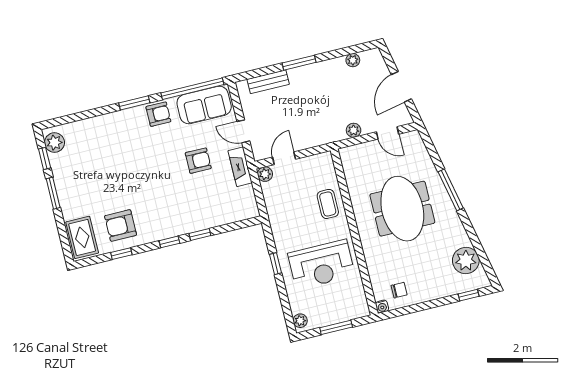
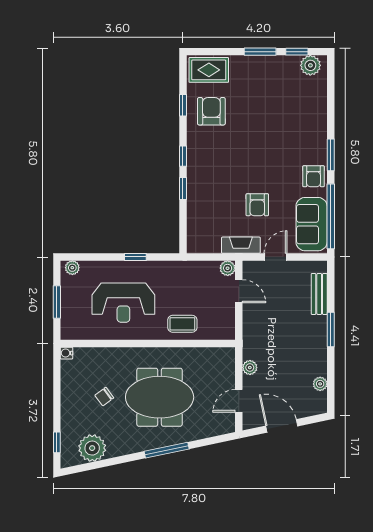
reception desk: (321, 264) -> (123, 303), turned -90
chair: (399, 290) -> (104, 397), moved, turned 53

